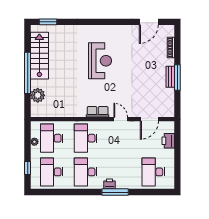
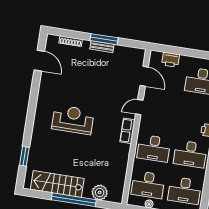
window: (48, 22) -> (24, 156), moved

